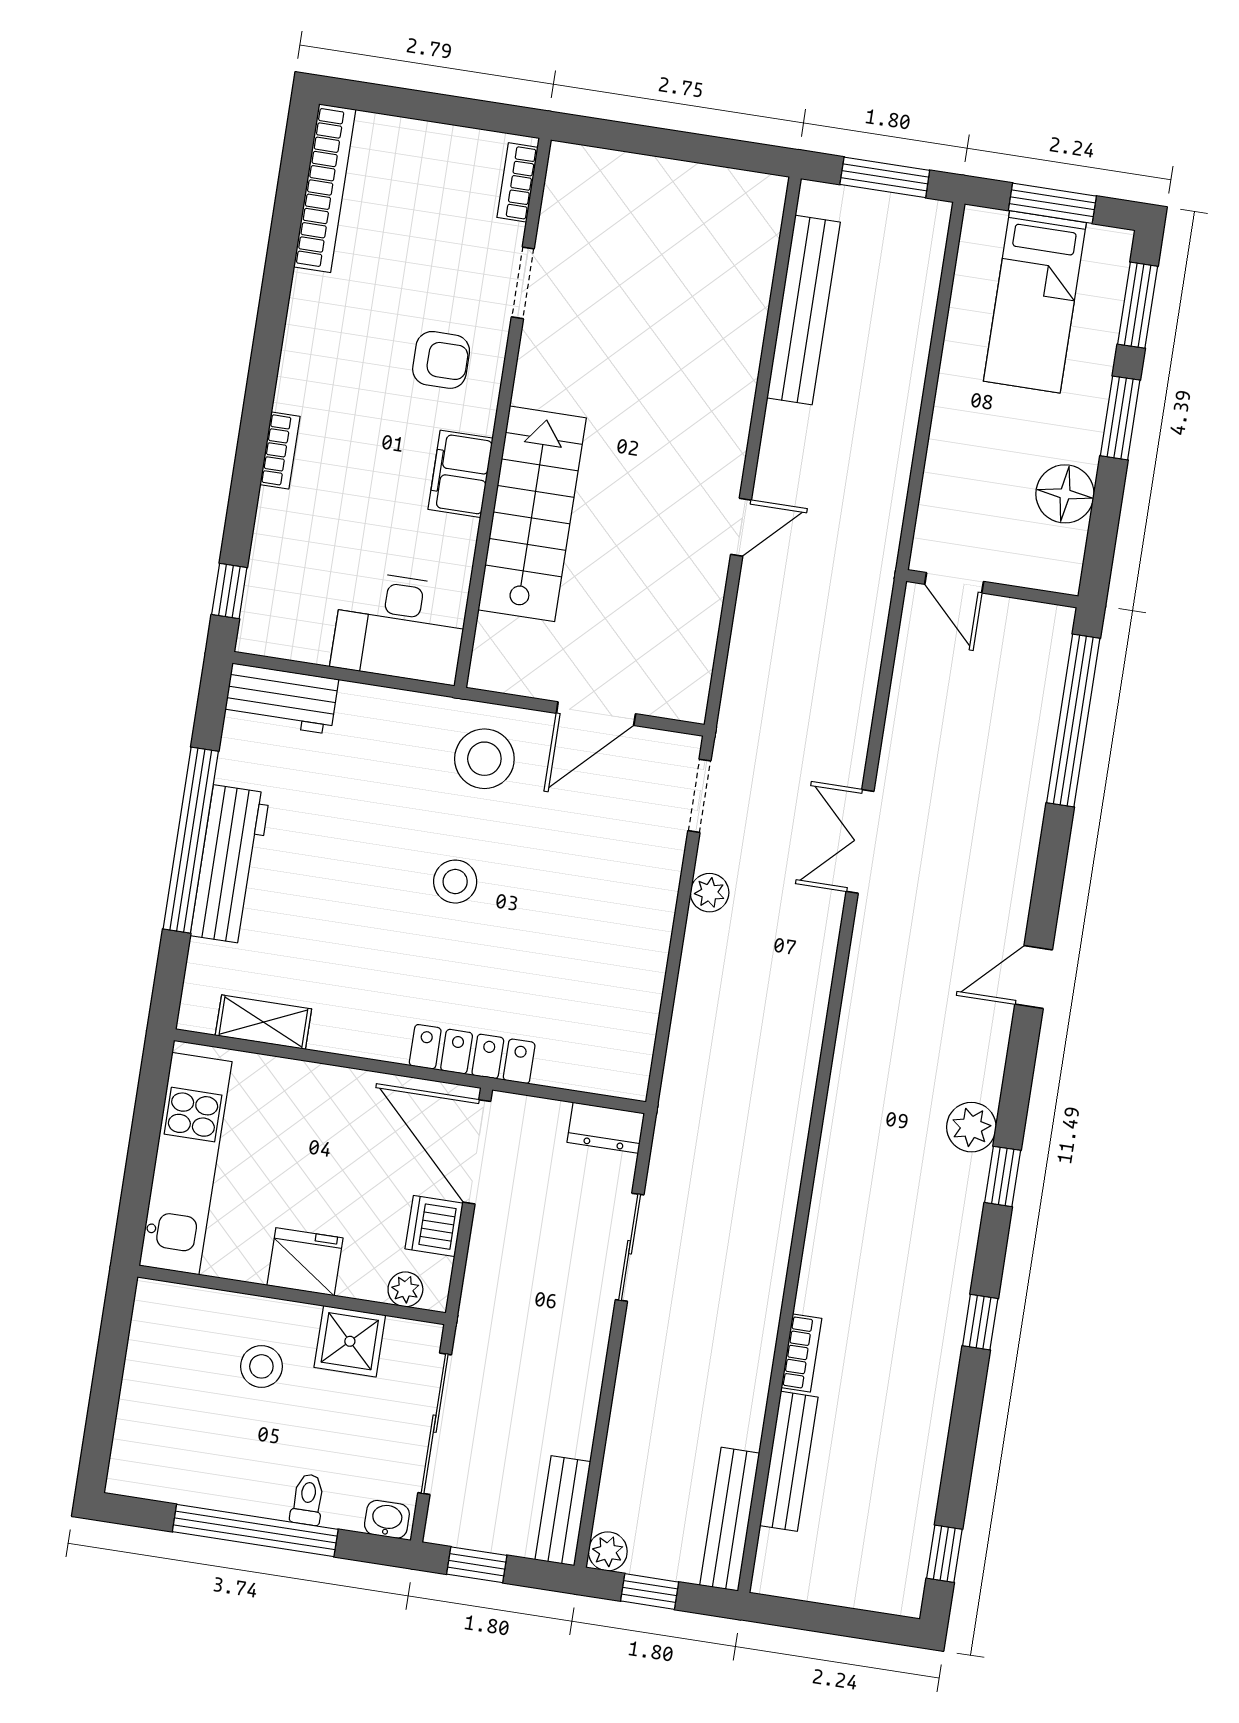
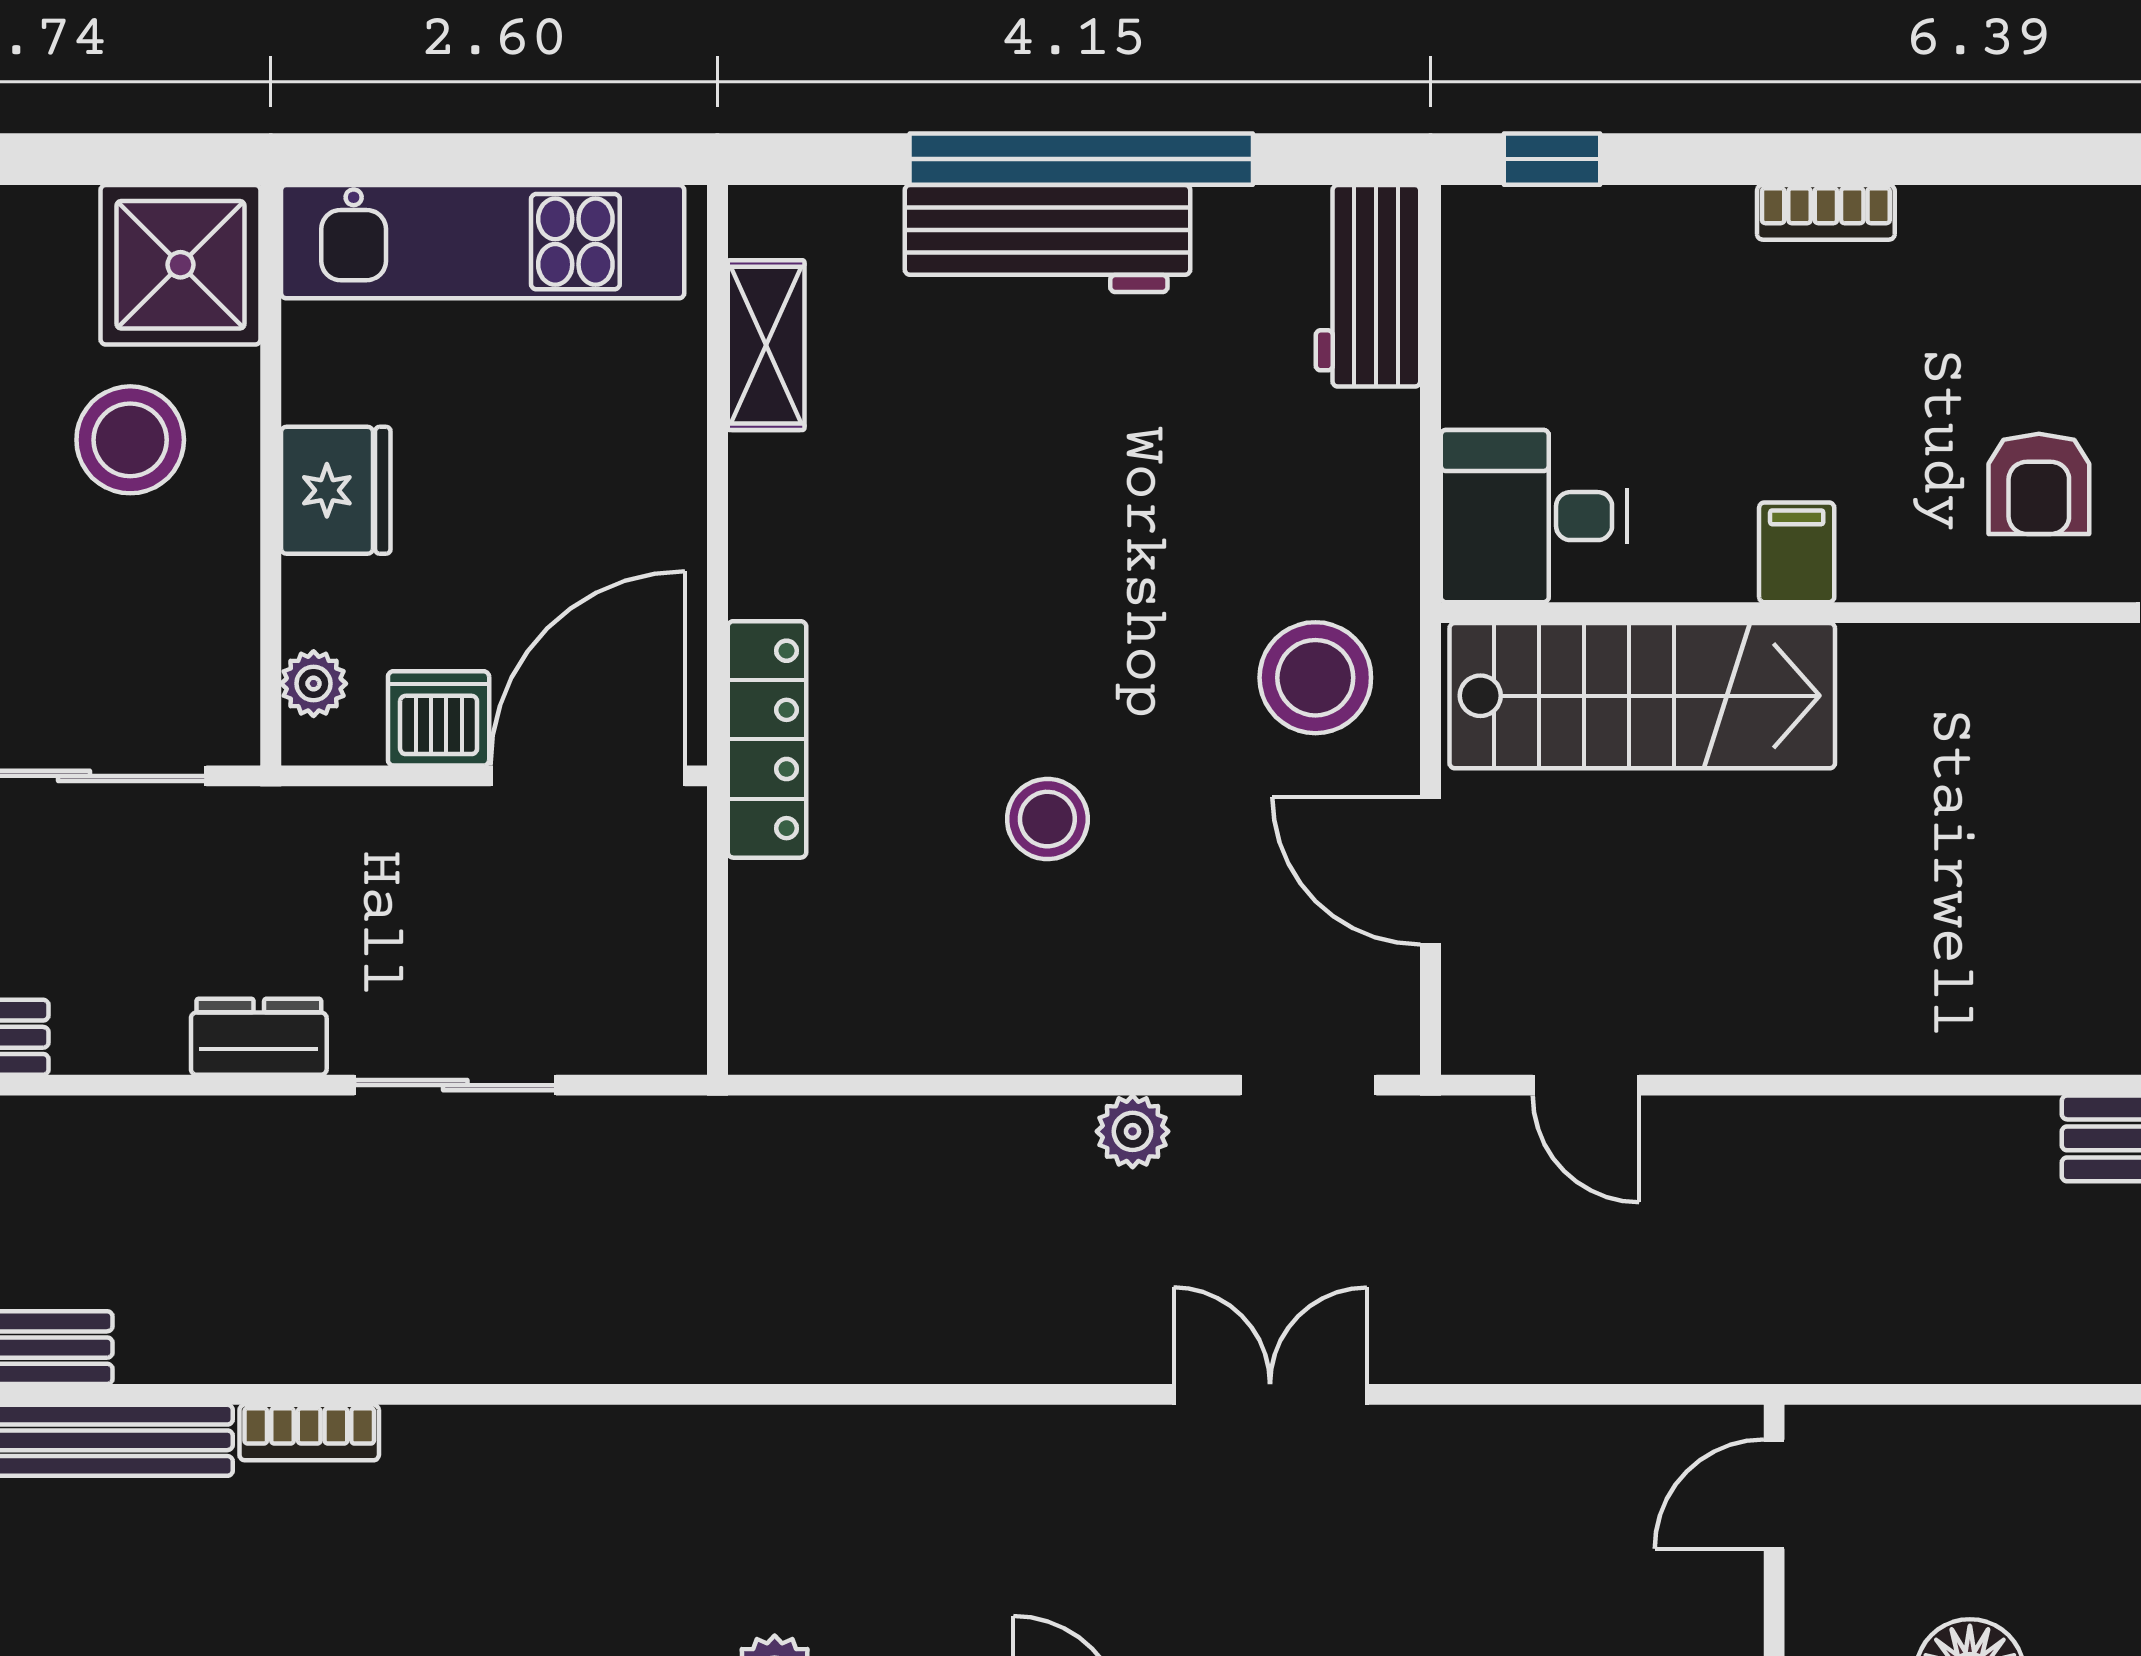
filing cabinet: (461, 474) -> (1797, 552), width x0.50
stairs: (532, 514) -> (1642, 696), moved
door: (741, 527) -> (1586, 1085), moved
desk: (400, 627) -> (1534, 516), width x0.73
stool: (455, 882) -> (1047, 819), moved
dresser: (606, 1128) -> (259, 1037), moved, turned 90
shower: (350, 1341) -> (180, 265), moved, width x1.36, depth x1.36
stool: (261, 1366) -> (130, 440), width x1.38, depth x1.38

